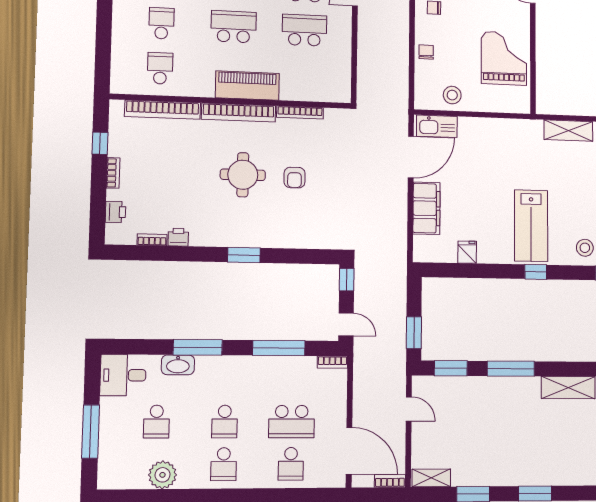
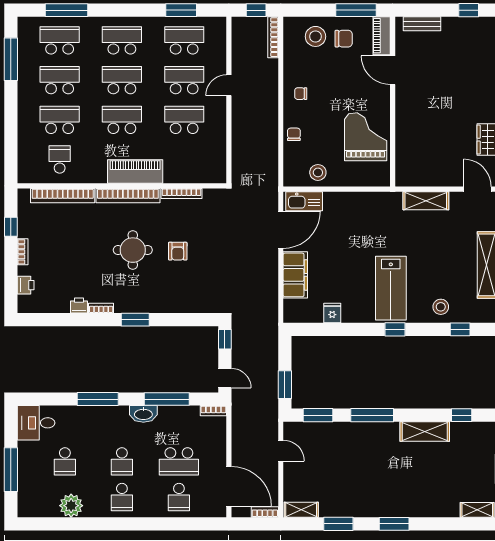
school desk: (161, 23) -> (60, 120), width x1.85
bookcase: (152, 240) -> (101, 308), moved
washbasin: (178, 365) -> (143, 414), moved

